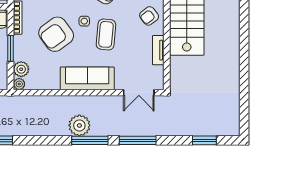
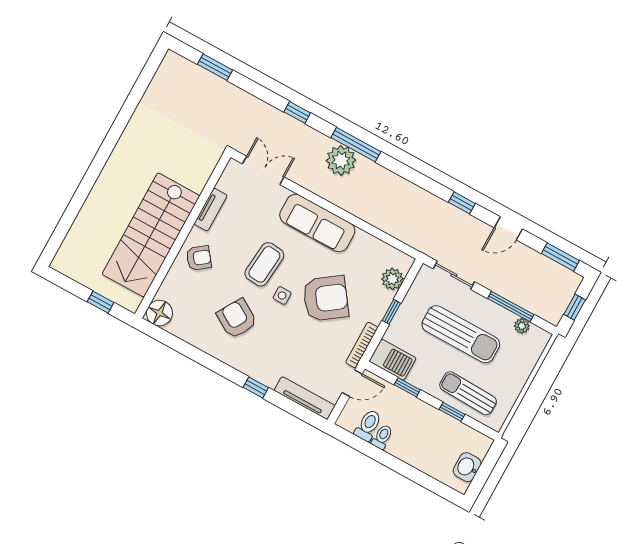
window: (11, 48) -> (391, 312), width x0.67
plant: (19, 84) -> (405, 262), removed
plant: (79, 125) -> (341, 160), moved
window: (138, 140) -> (297, 112), width x0.46

